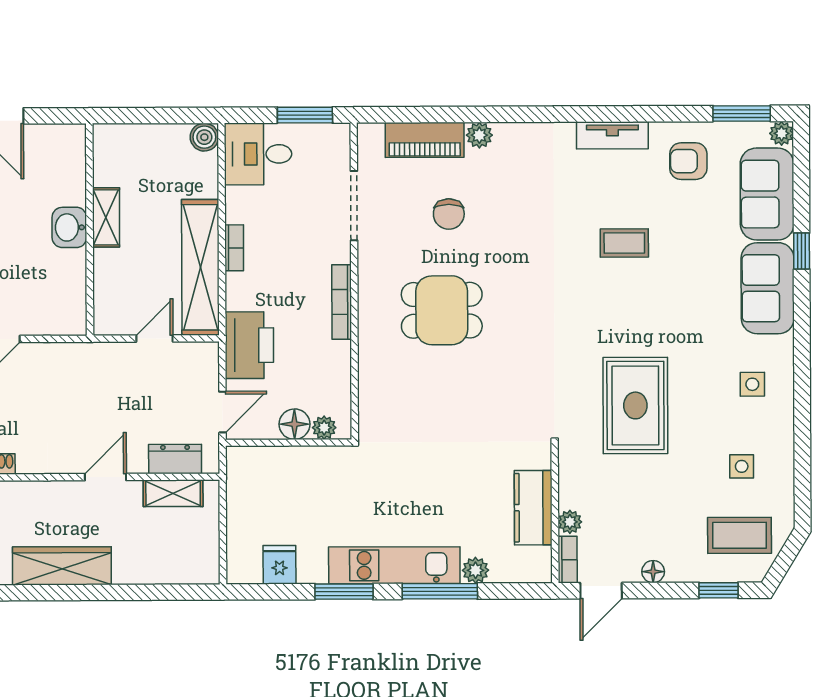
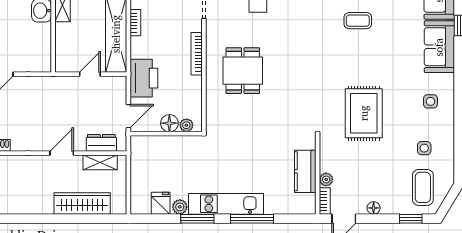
dining table: (442, 310) -> (243, 71), moved, turned 90
coffee table: (740, 535) -> (423, 187), turned 90
wardrobe: (62, 566) -> (82, 203), moved
plant: (476, 570) -> (180, 207), moved

